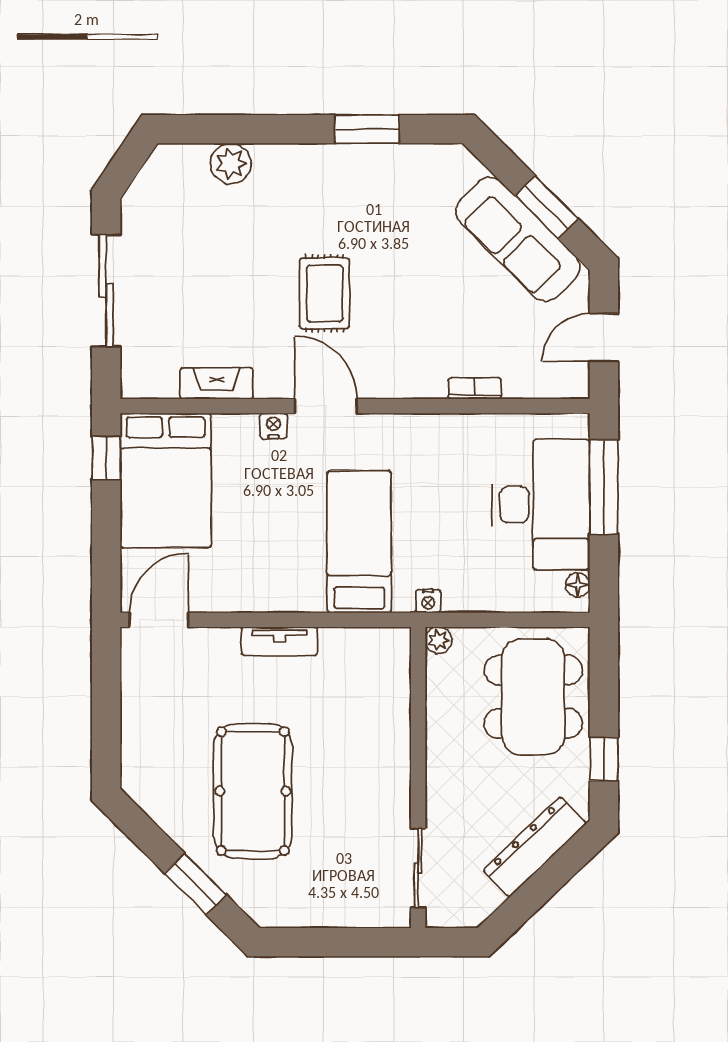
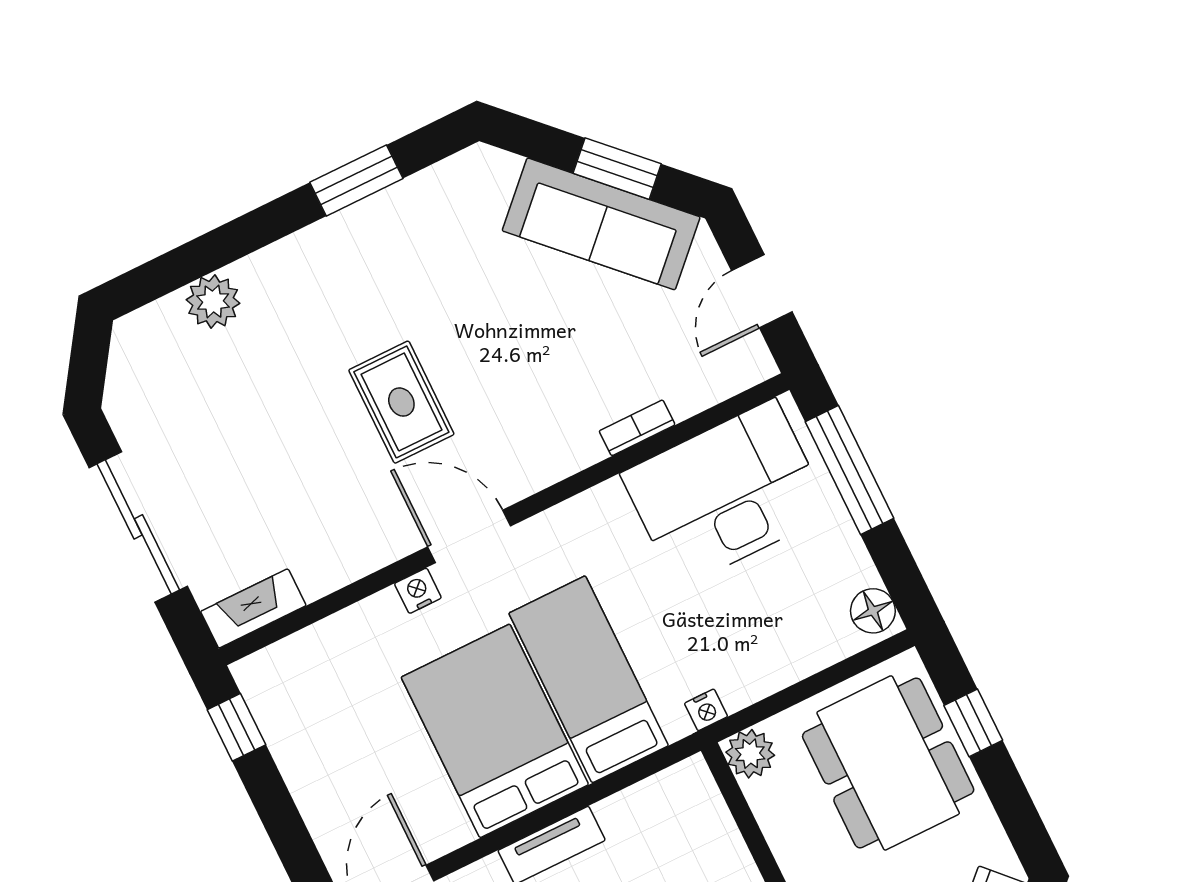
fireplace: (217, 383) -> (253, 608), moved
bed: (166, 480) -> (495, 731), moved, turned 180
desk: (541, 505) -> (726, 494), moved, turned -90
floor lamp: (578, 585) -> (873, 611), width x1.37, depth x1.37
plant: (438, 640) -> (750, 754), width x1.38, depth x1.38
window: (604, 759) -> (973, 723), moved

